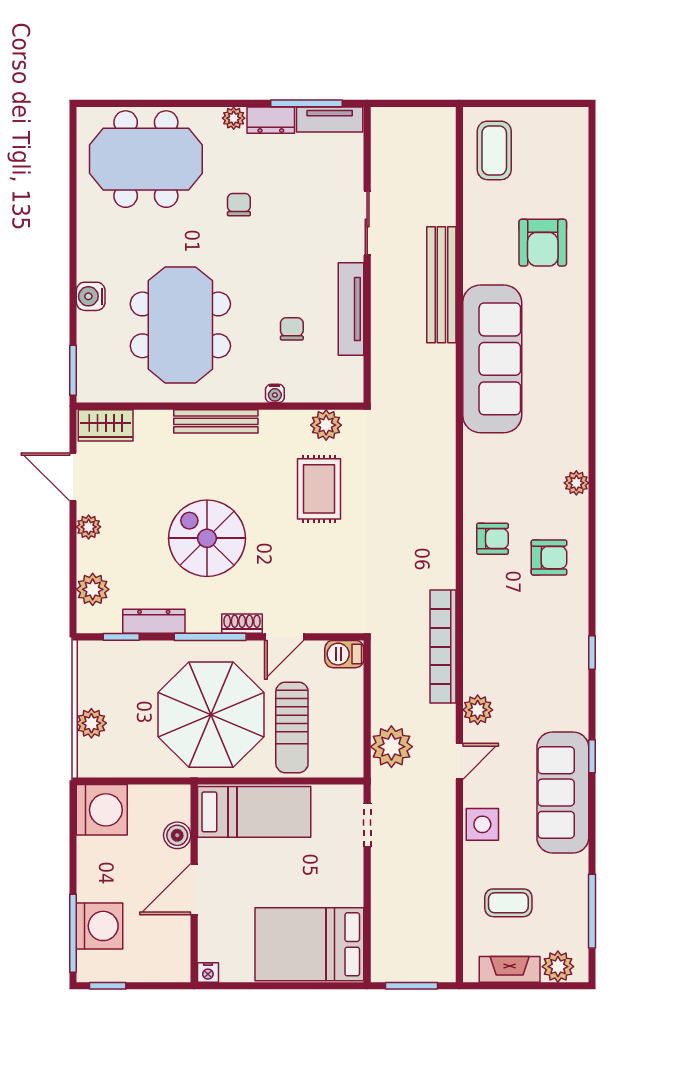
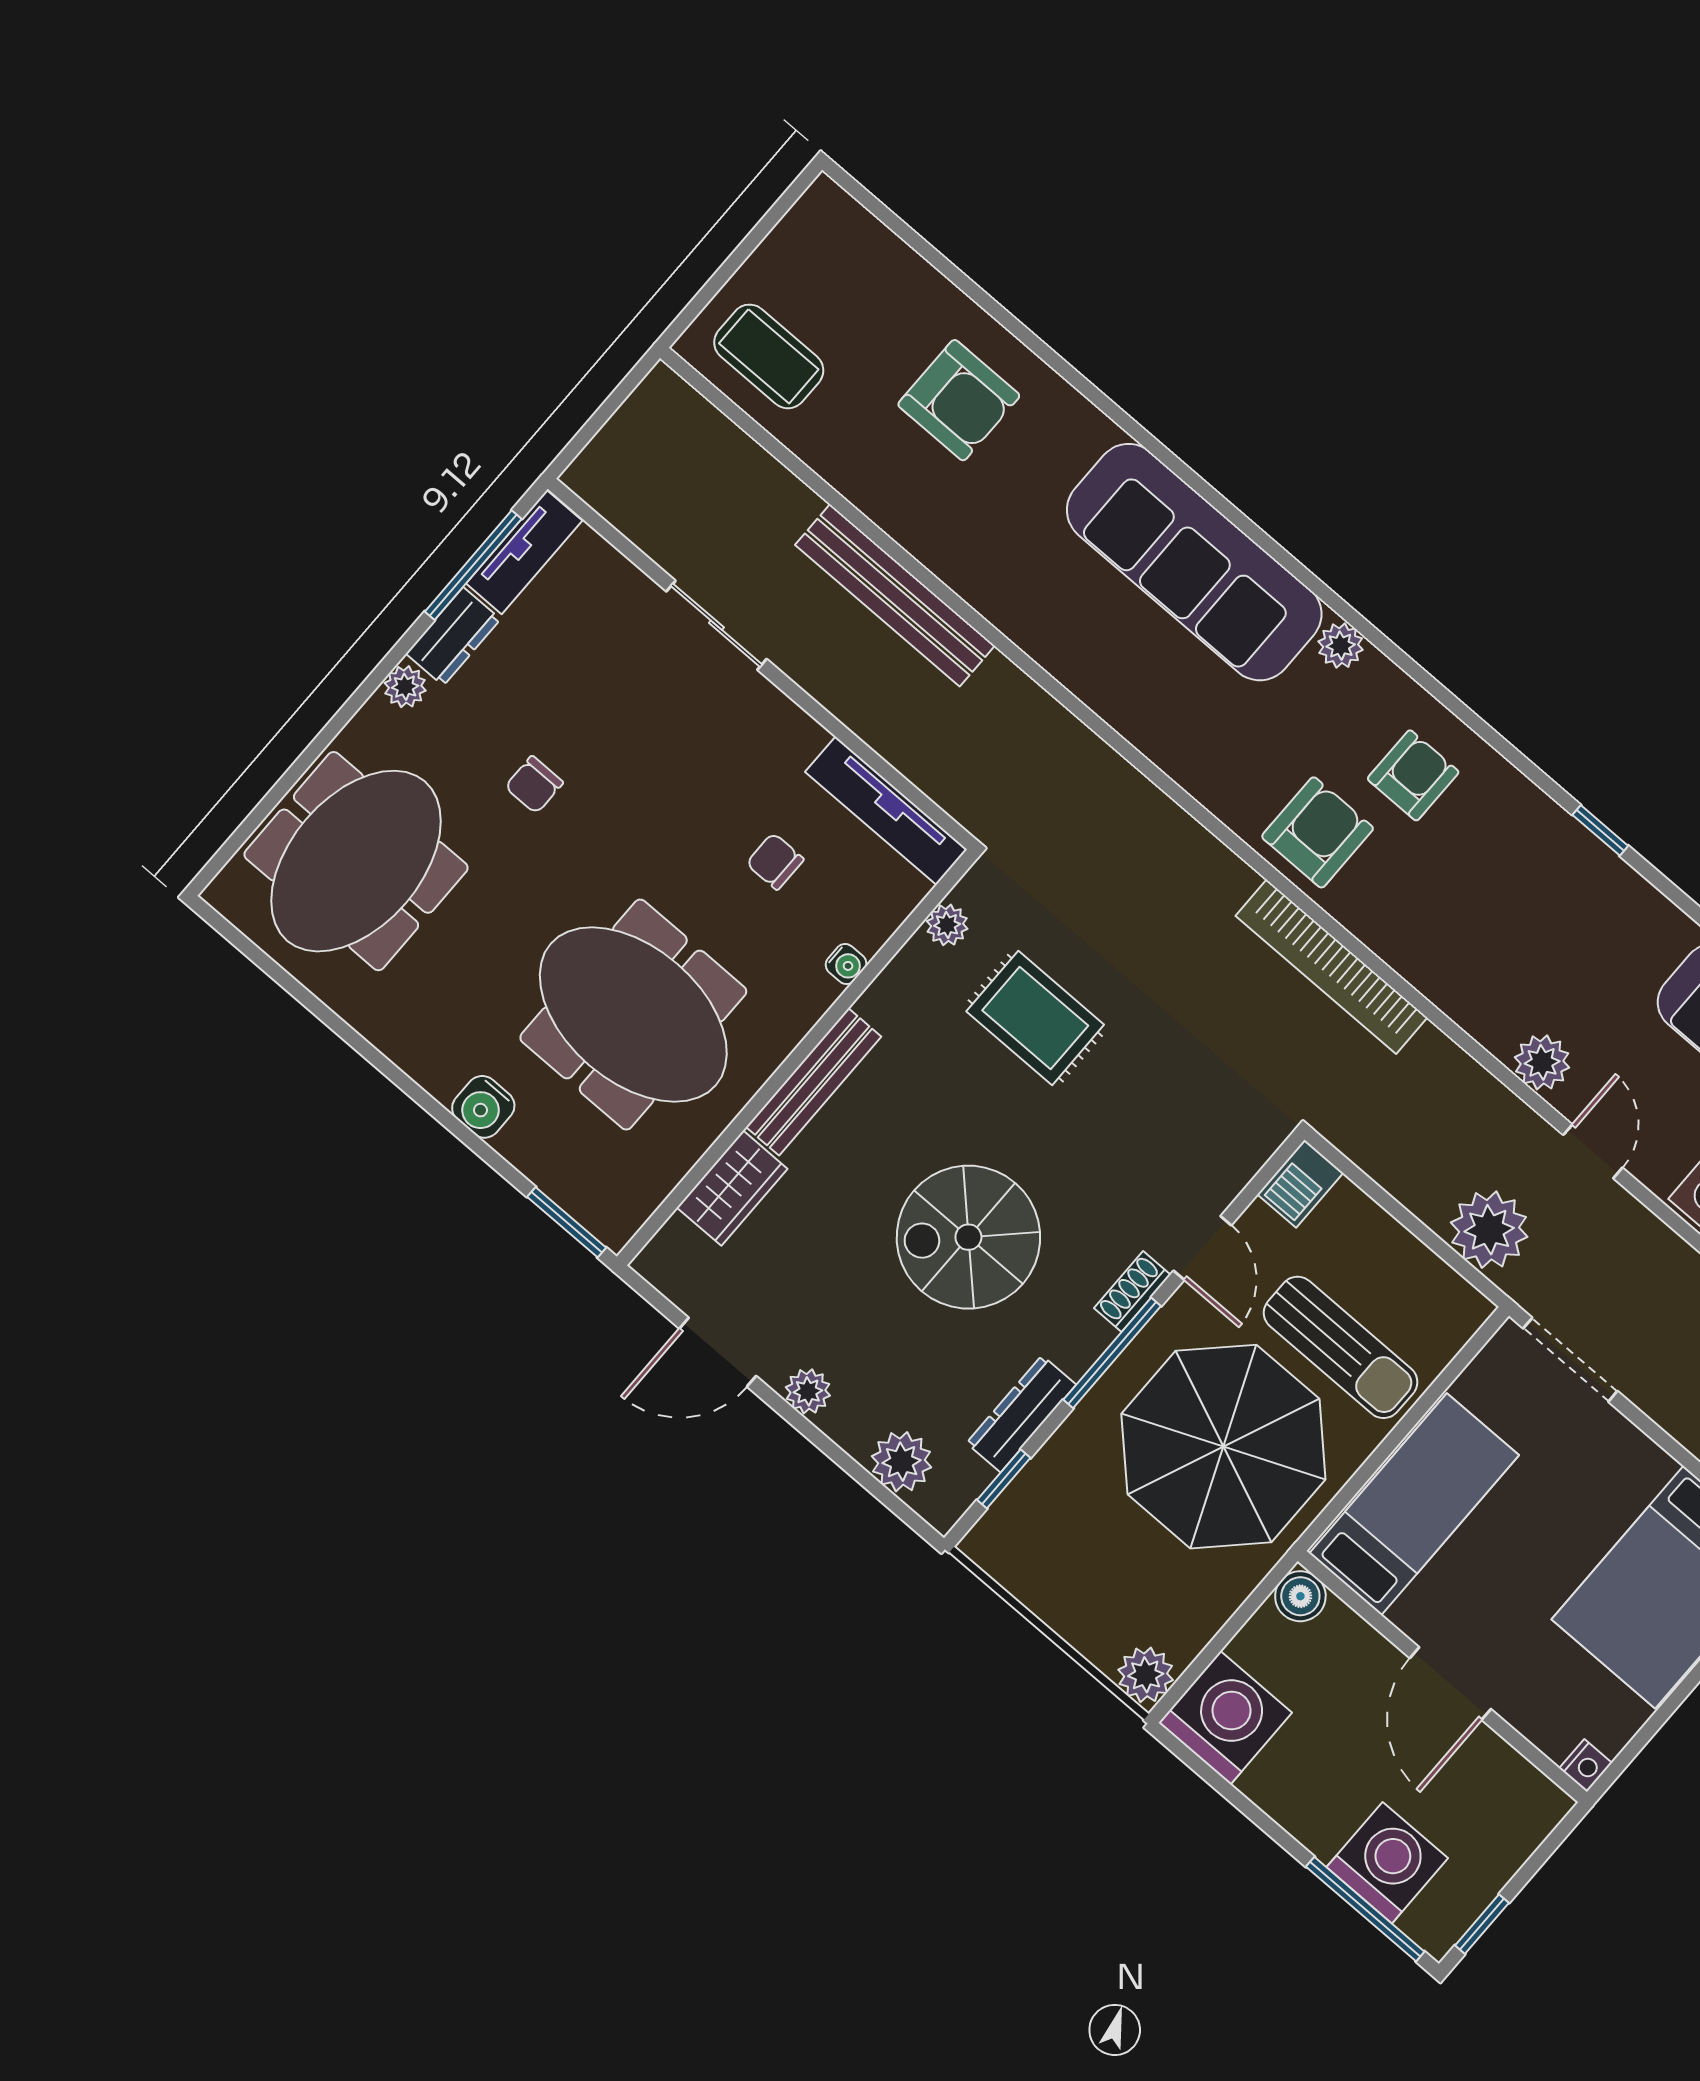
chair: (239, 205) -> (534, 785), turned -90
tv unit: (351, 309) -> (886, 811), moved
sofa: (492, 359) -> (1194, 562), moved, turned 180
wardrobe: (106, 425) -> (732, 1188), moved
plant: (326, 425) -> (947, 925), width x0.73, depth x0.73
armchair: (493, 539) -> (1318, 832), width x1.38, depth x1.38
bookcase: (443, 647) -> (1331, 967), moved
plant: (91, 723) -> (1146, 1675), moved
doorway: (367, 825) -> (1570, 1360), width x1.38
boiler: (177, 835) -> (1300, 1596), moved

